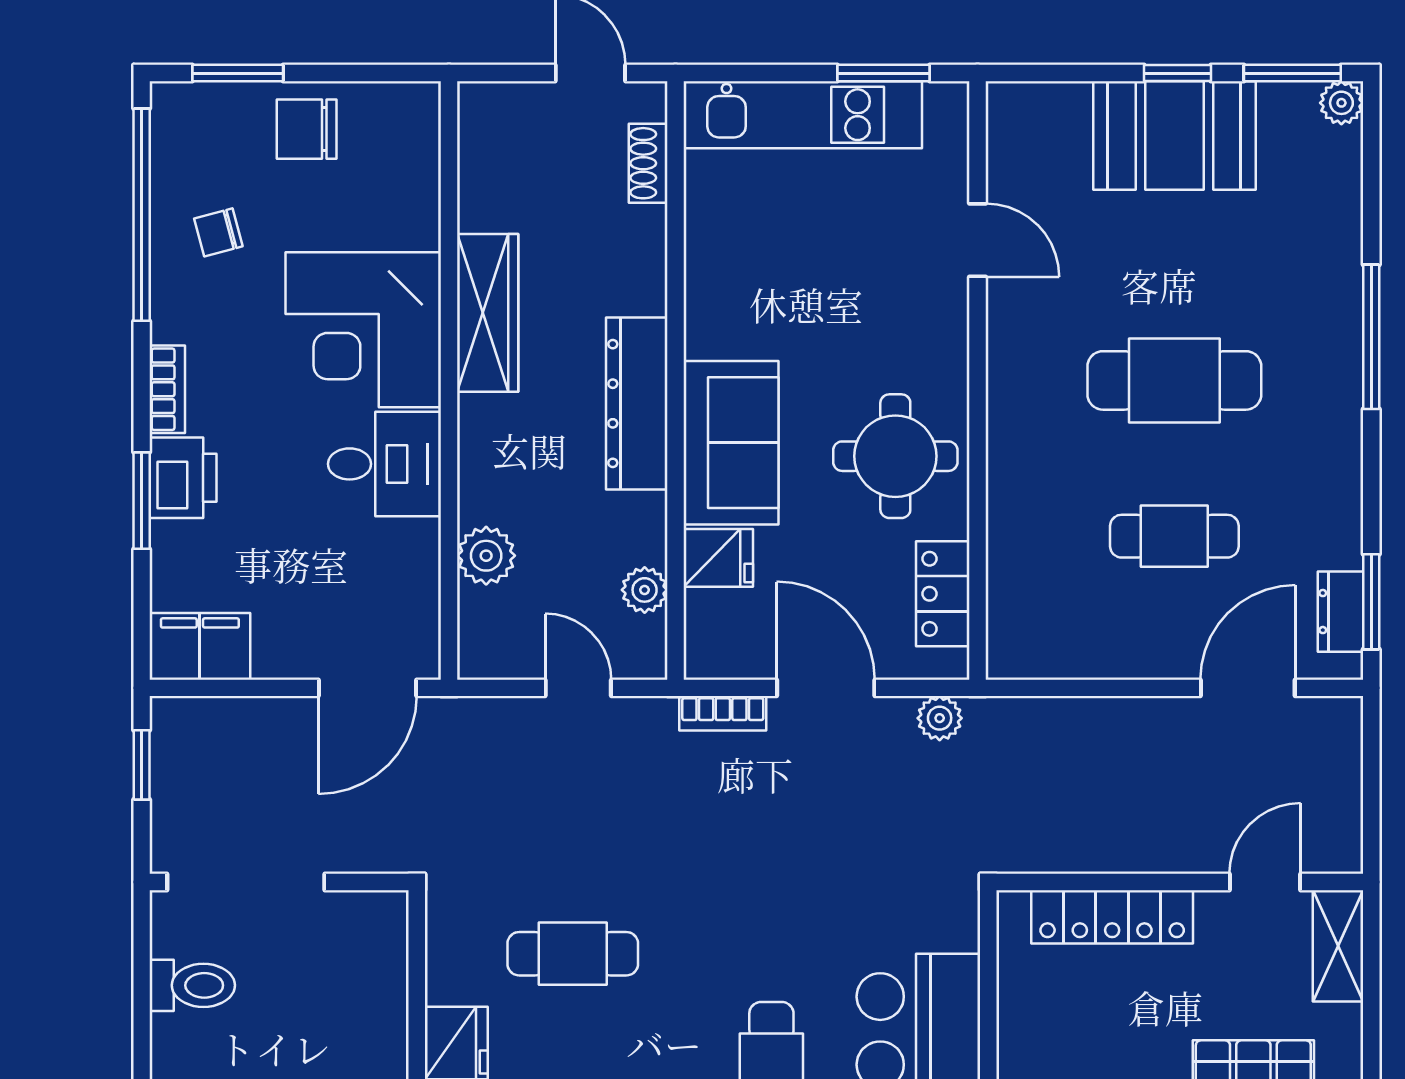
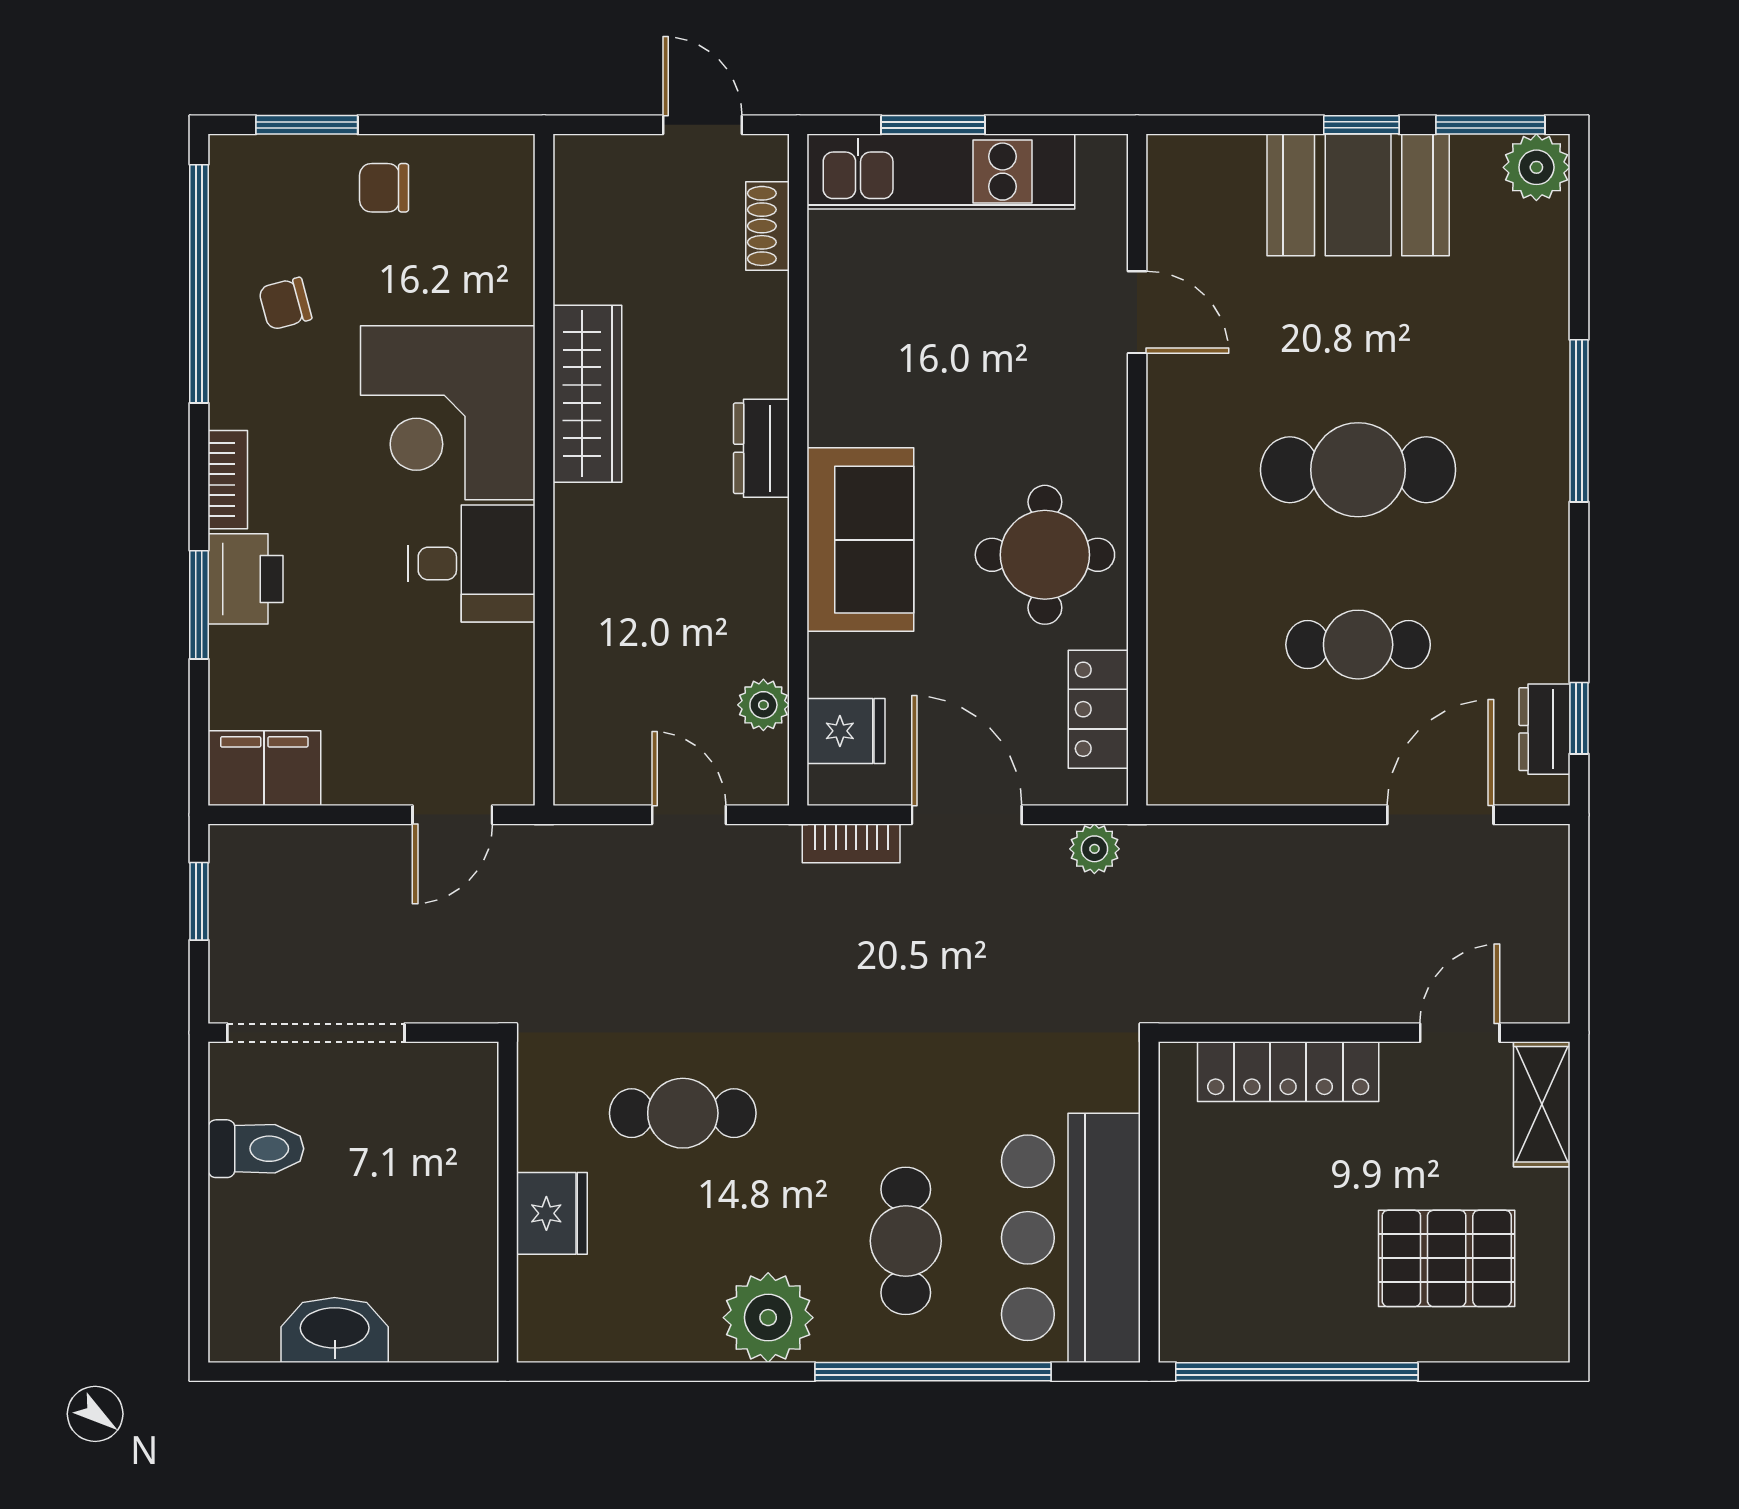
window: (883, 73) -> (933, 125), moved
plant: (1341, 103) -> (1536, 167), width x1.38, depth x1.38
chair: (307, 129) -> (384, 188), width x0.73, depth x0.73
dresser: (637, 404) -> (761, 448), width x0.51, depth x0.80
plant: (486, 556) -> (586, 666), removed
fridge: (718, 558) -> (846, 731), moved
window: (1371, 602) -> (1579, 718), width x0.67
door: (367, 688) -> (452, 815), width x0.73

